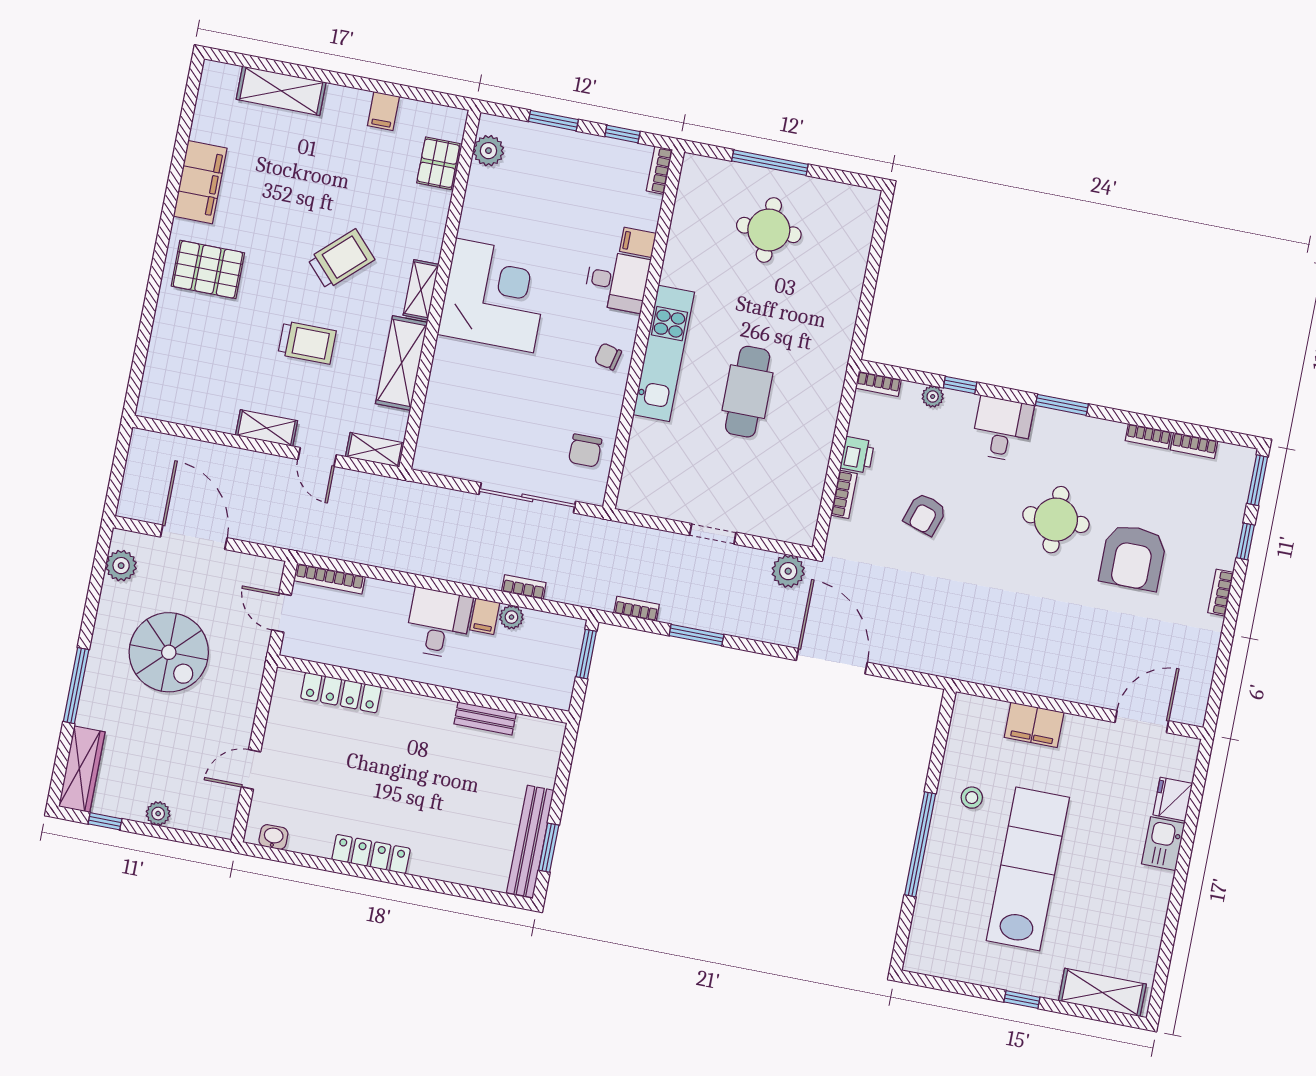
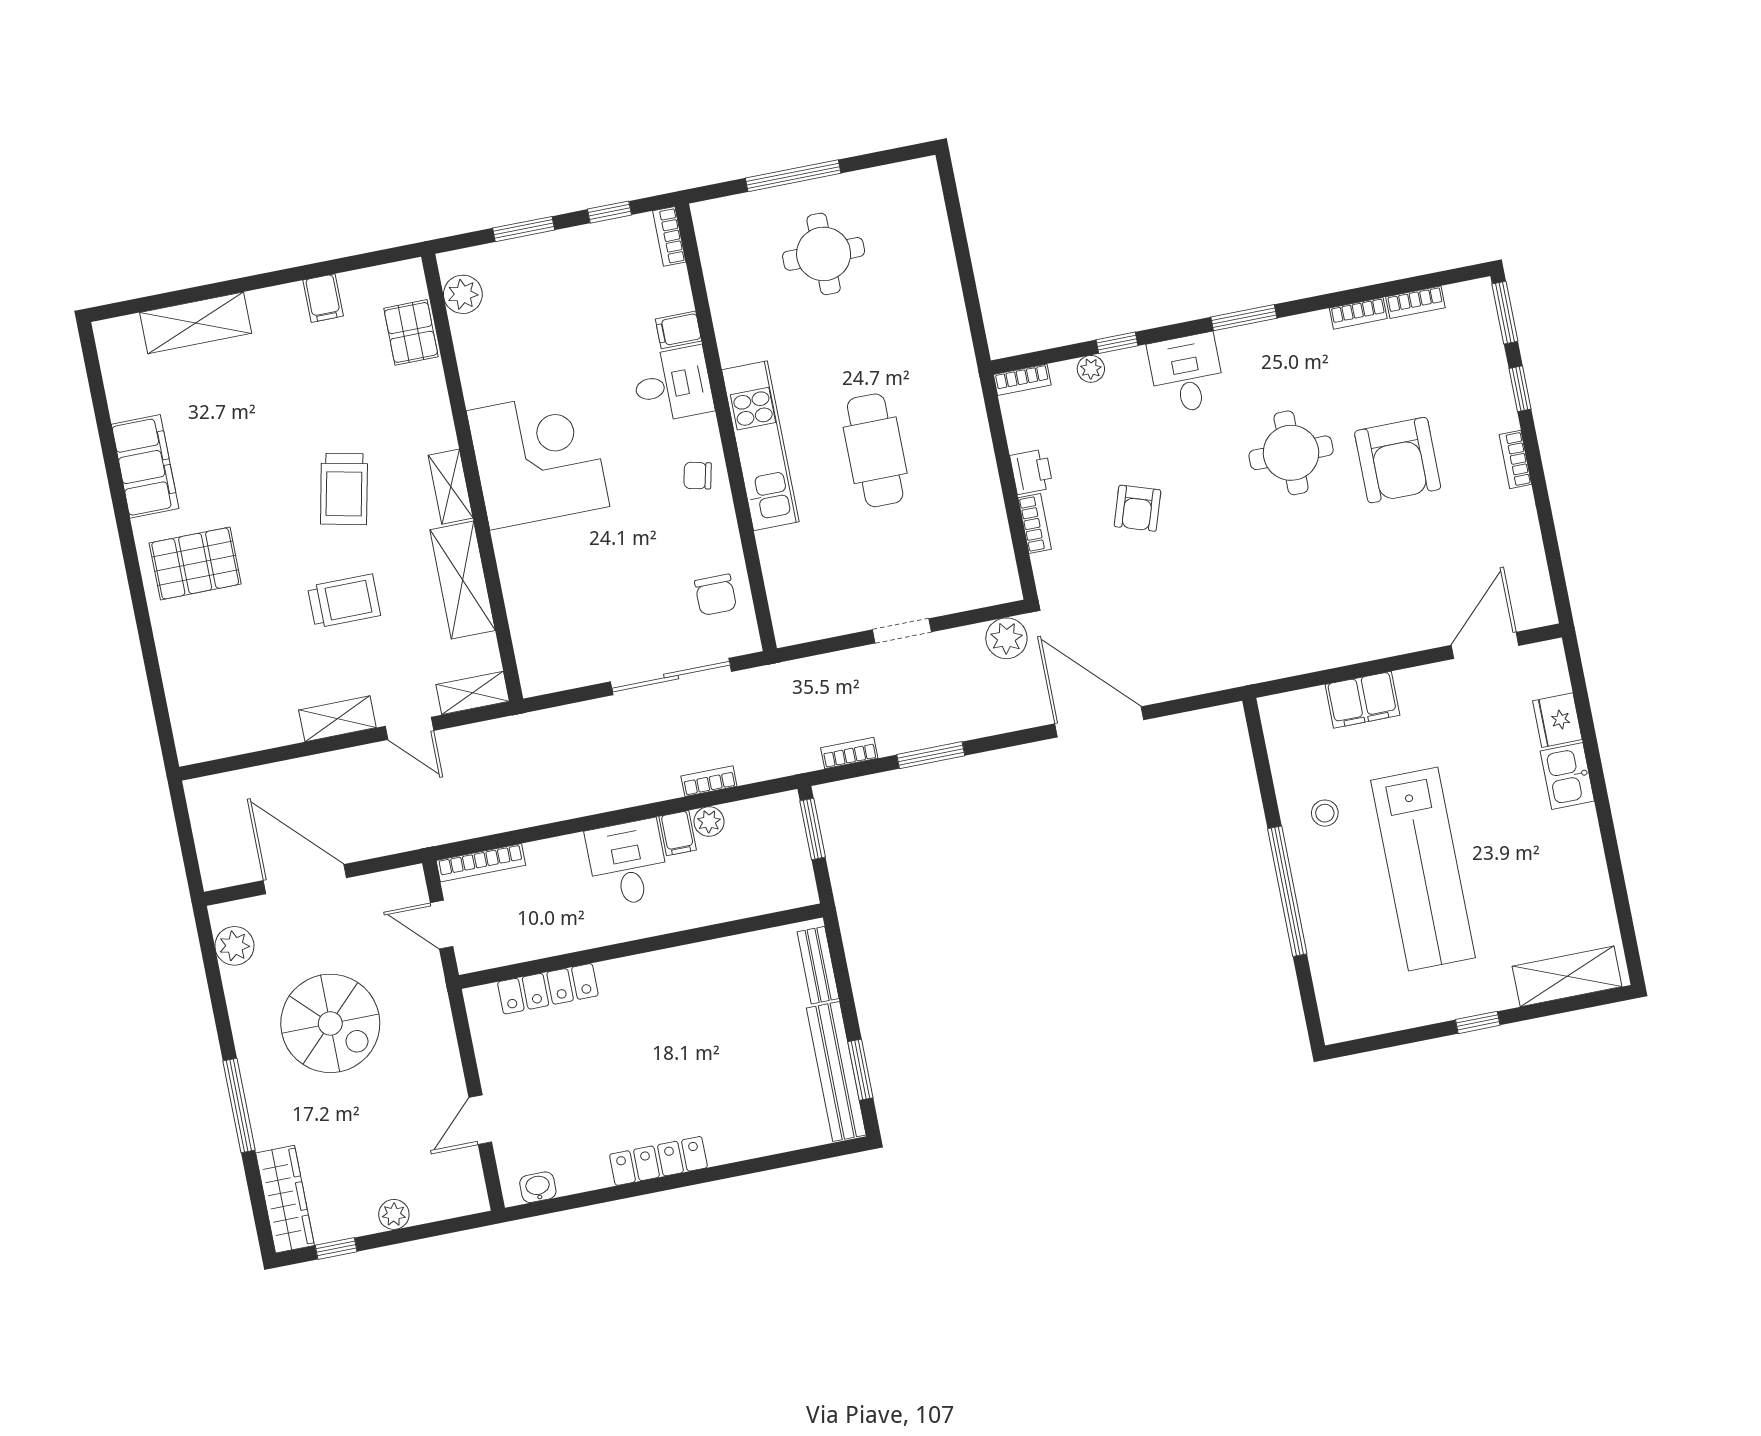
trolley: (341, 259) -> (344, 489), turned 145
bench: (485, 718) -> (818, 965), moved, turned 90
lab bench: (1028, 869) -> (1423, 869), turned 180

